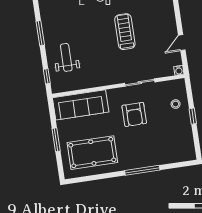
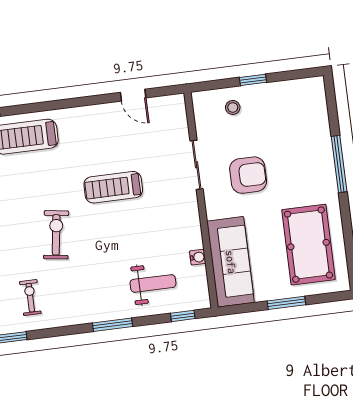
weight bench: (66, 57) -> (153, 283), turned 180
water cooler: (179, 70) -> (198, 257), moved

